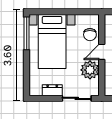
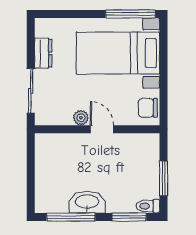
chair: (90, 35) -> (148, 108), moved
plant: (90, 70) -> (81, 118), width x0.53, depth x0.53

